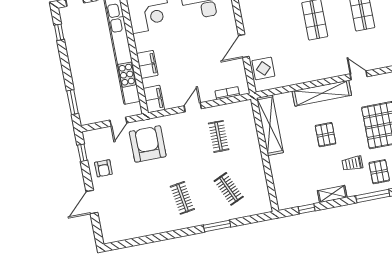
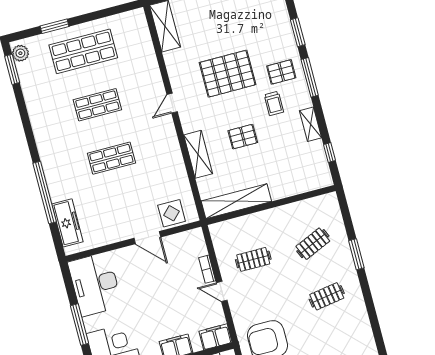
bookcase: (227, 93) -> (207, 269), moved
shelving: (322, 93) -> (198, 154), width x0.68

